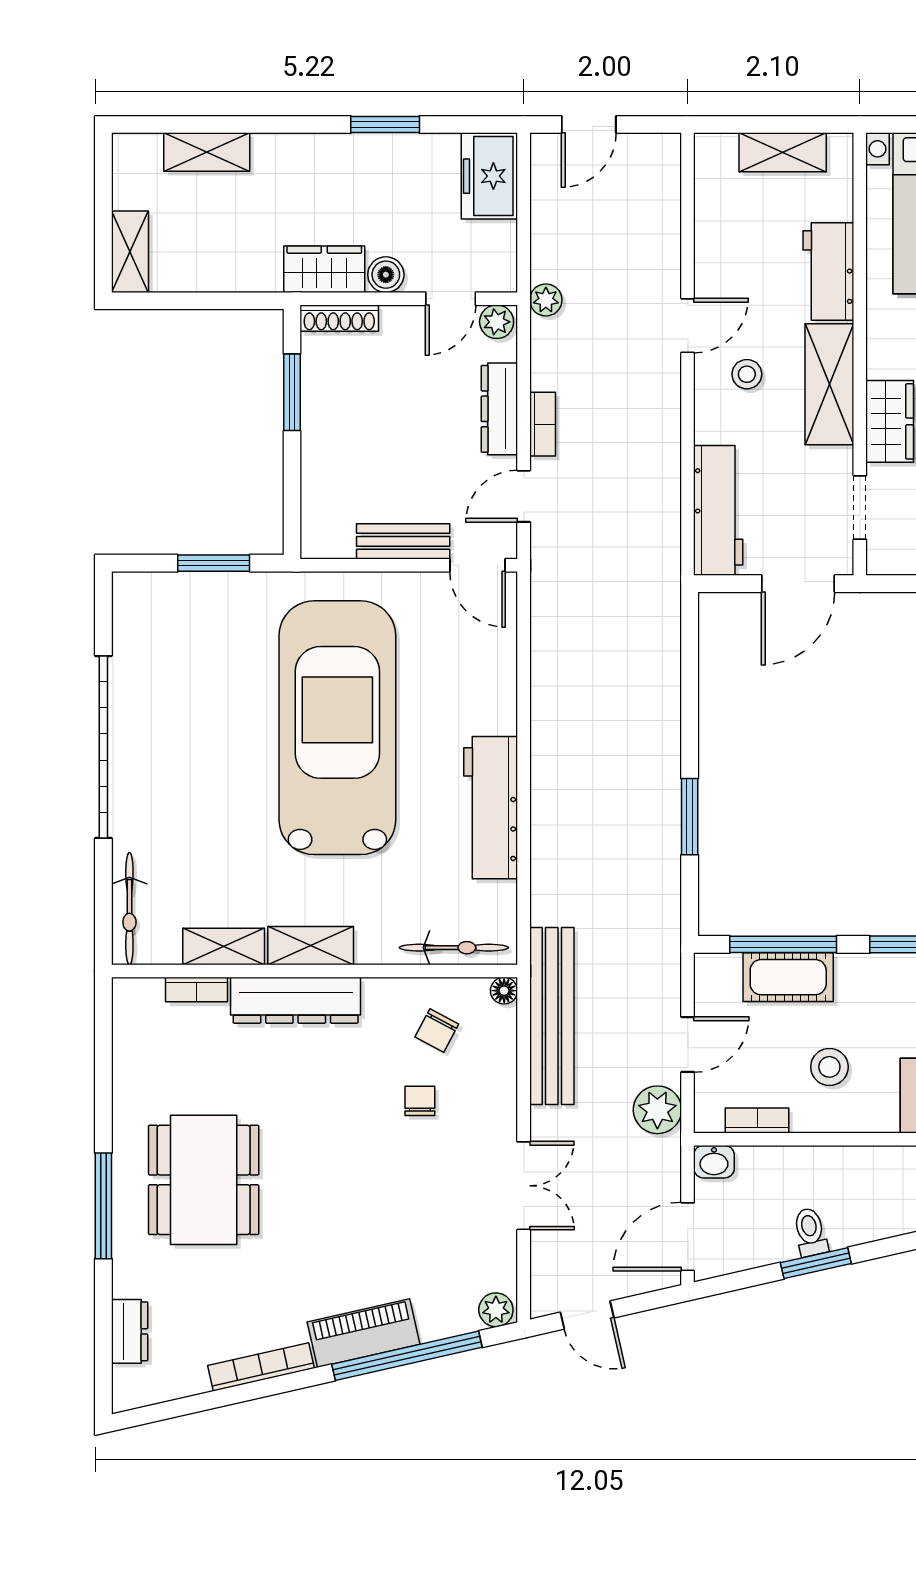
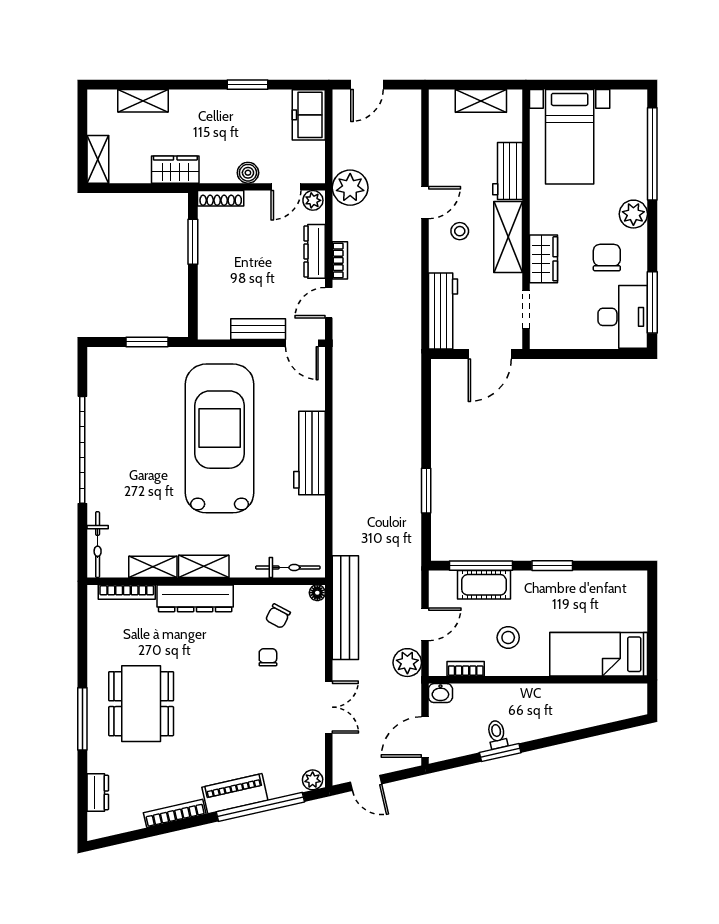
wardrobe: (324, 269) -> (175, 170), moved
plant: (546, 300) -> (350, 188), width x1.87, depth x1.87
workbench: (491, 808) -> (309, 453), moved
bookcase: (197, 990) -> (127, 592), width x1.56

